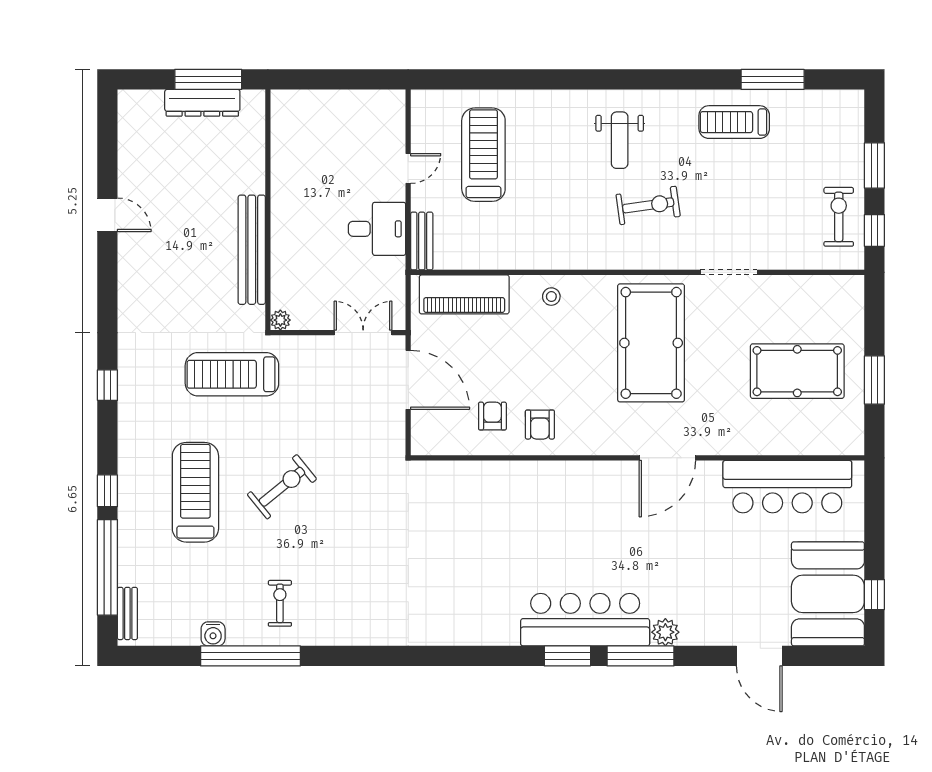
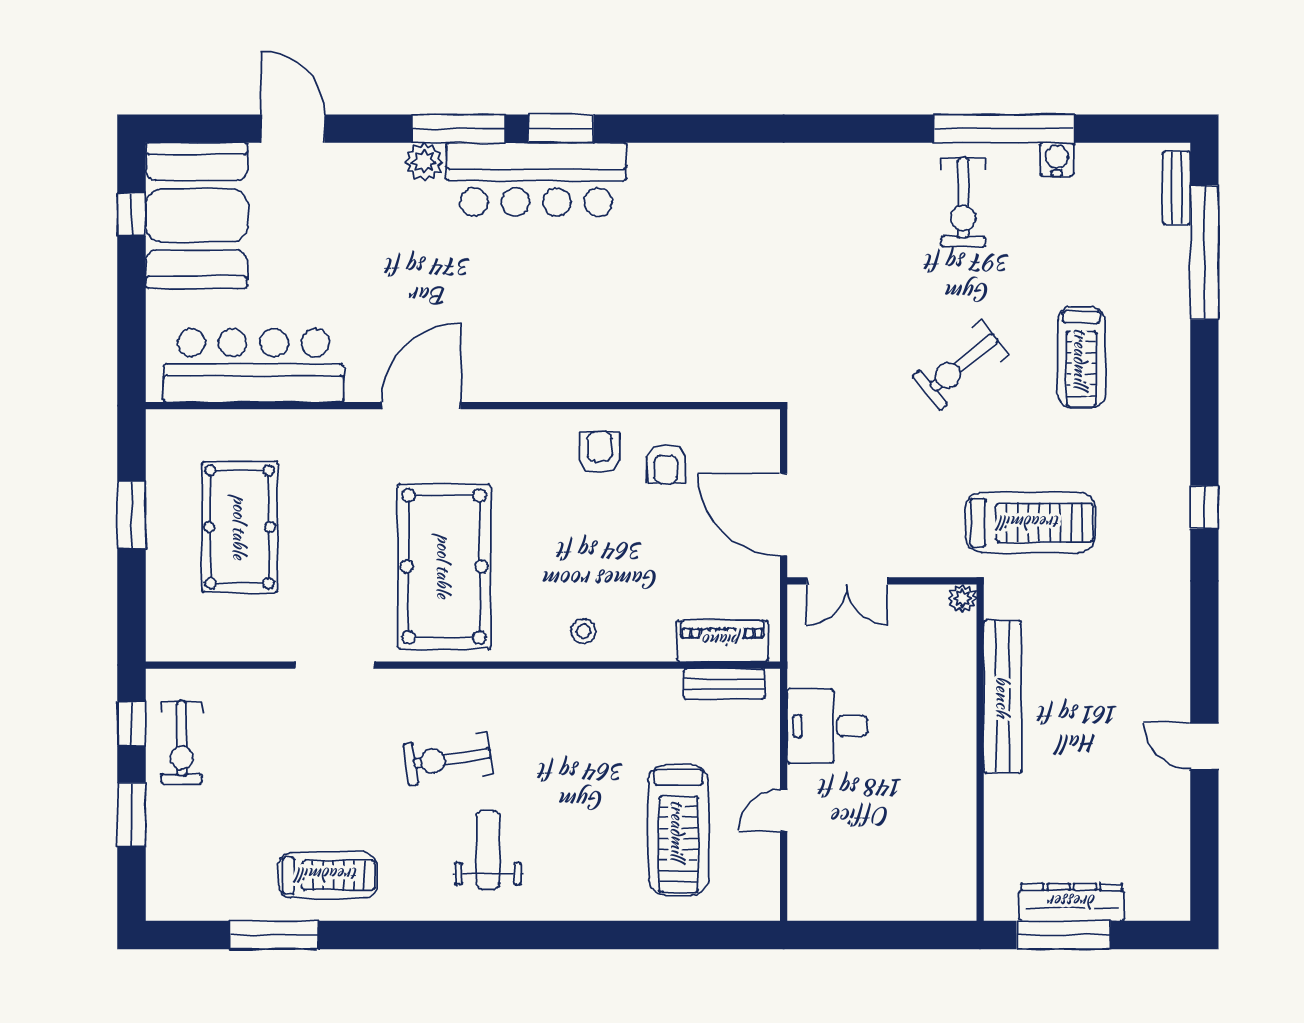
bench: (422, 241) -> (724, 684), moved, turned 90
piano: (464, 294) -> (722, 641), width x0.73, depth x0.75
pool table: (797, 371) -> (240, 527), turned 90
window: (107, 491) -> (1204, 360), removed
treadmill: (195, 492) -> (1081, 358), width x0.73, depth x0.73
exercise bike: (280, 603) -> (963, 202), width x1.38, depth x1.39

